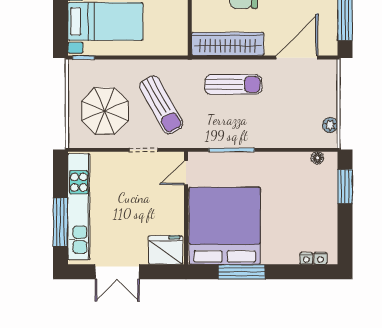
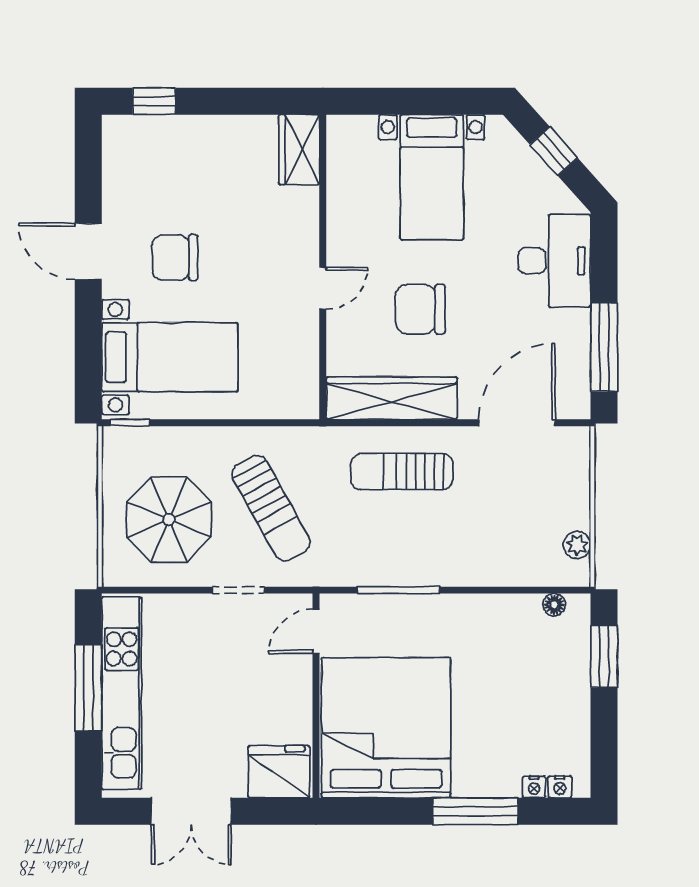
sun lounger: (233, 85) -> (402, 472), turned 180
window: (60, 222) -> (88, 688), moved
window: (241, 272) -> (475, 811), moved

